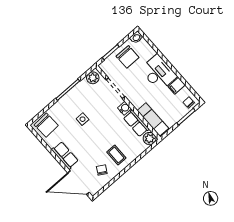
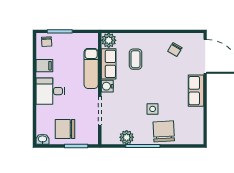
chair: (128, 57) -> (65, 129), turned -90
desk: (158, 73) -> (50, 91), width x0.73
plant: (93, 78) -> (127, 137), moved
exam couch: (153, 119) -> (91, 68), moved
chair: (46, 125) -> (164, 131), moved
coffee table: (116, 155) -> (136, 59), moved

